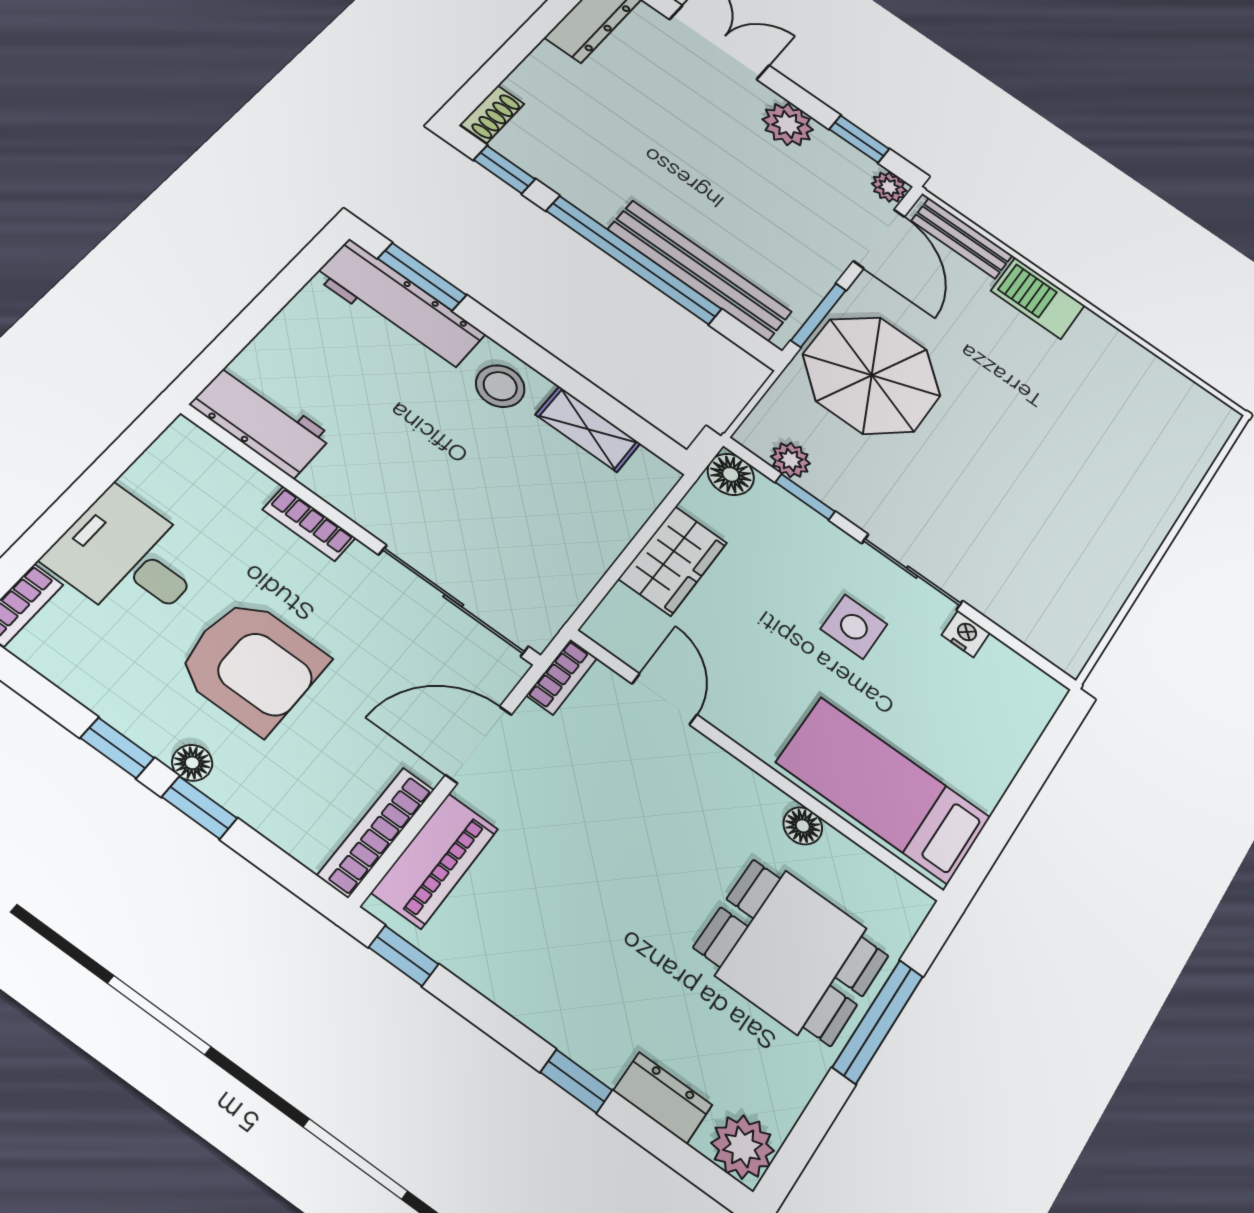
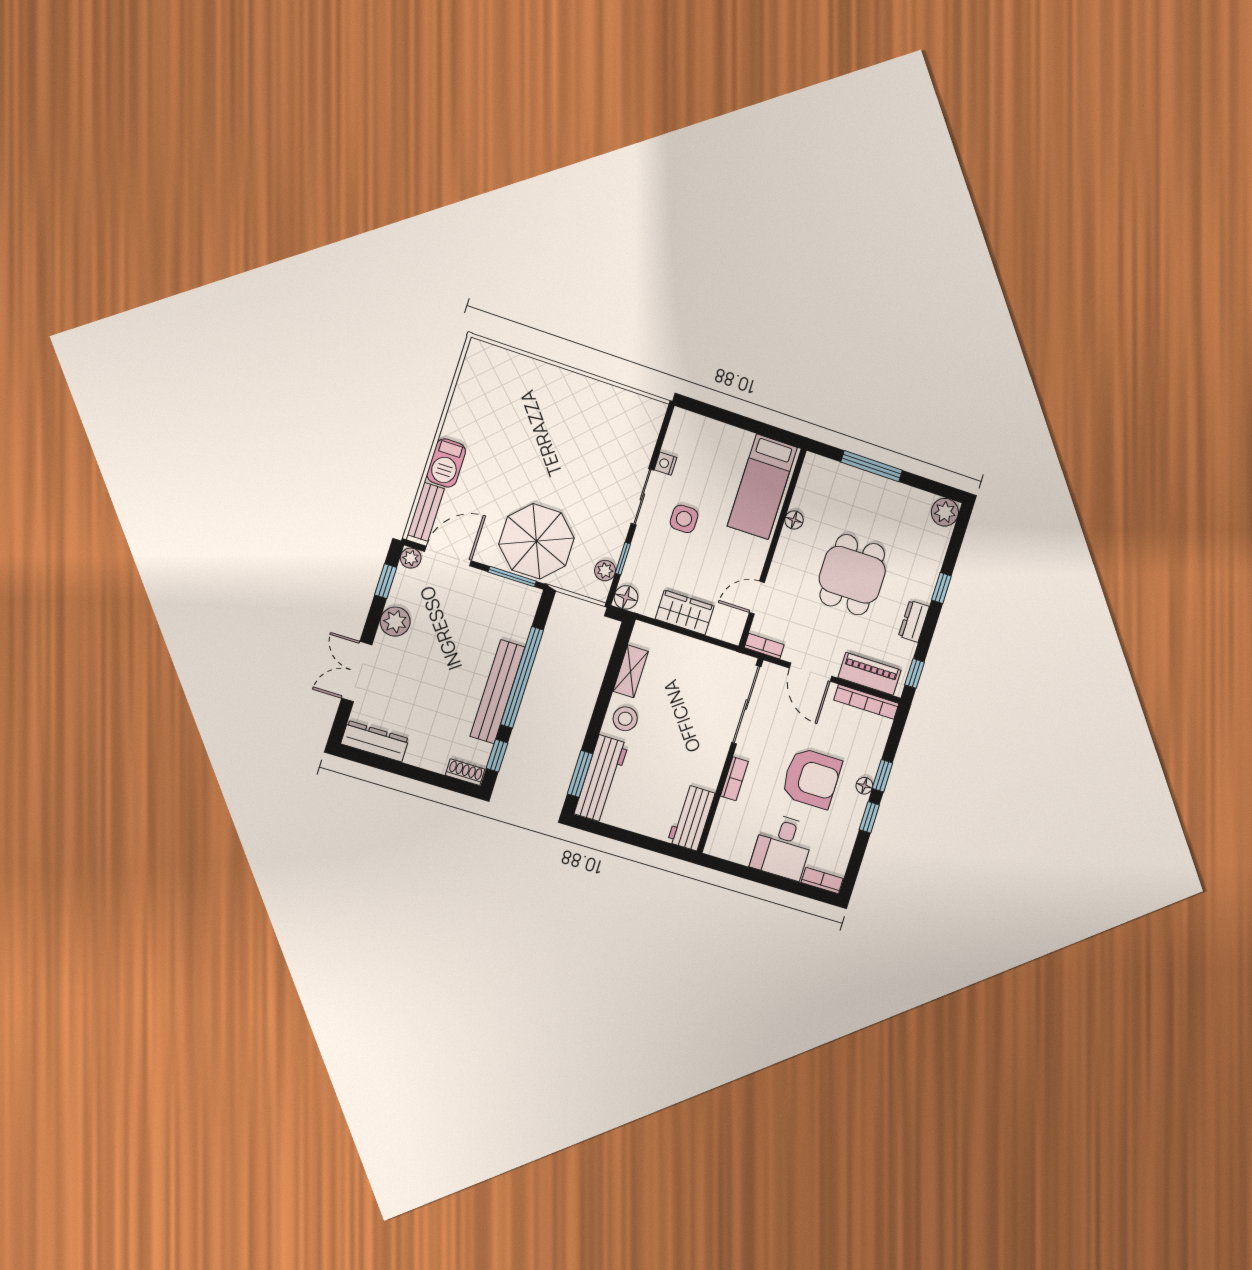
bench: (700, 271) -> (497, 692), moved
armchair: (252, 665) -> (811, 778), turned 90
dining table: (792, 952) -> (852, 575), moved
dresser: (663, 1098) -> (914, 621), moved

